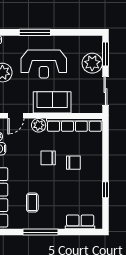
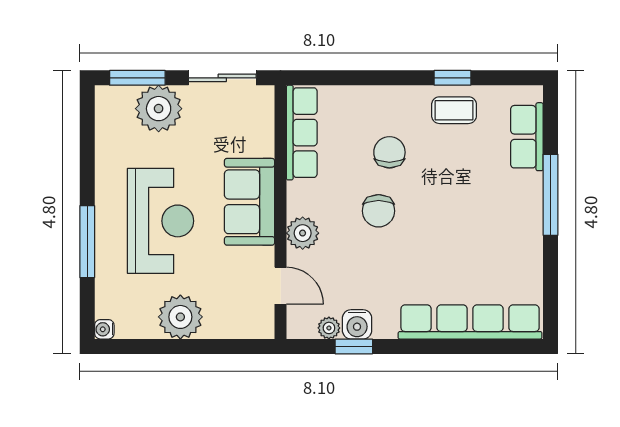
row of seats: (74, 125) -> (302, 133), width x0.73
coffee table: (32, 203) -> (454, 110), moved
window: (40, 232) -> (551, 195), moved

